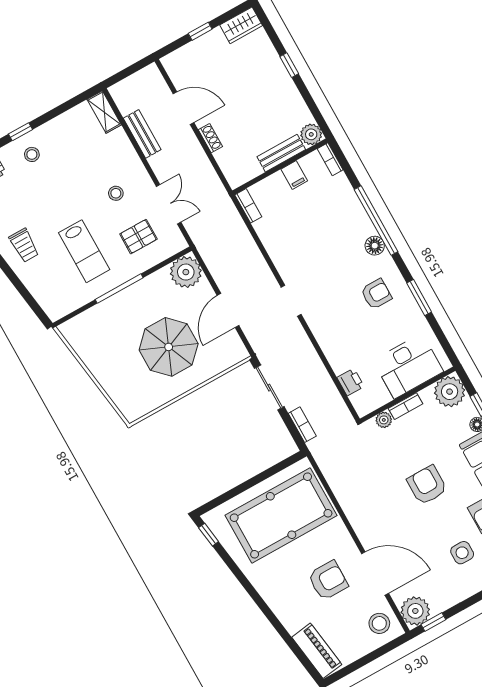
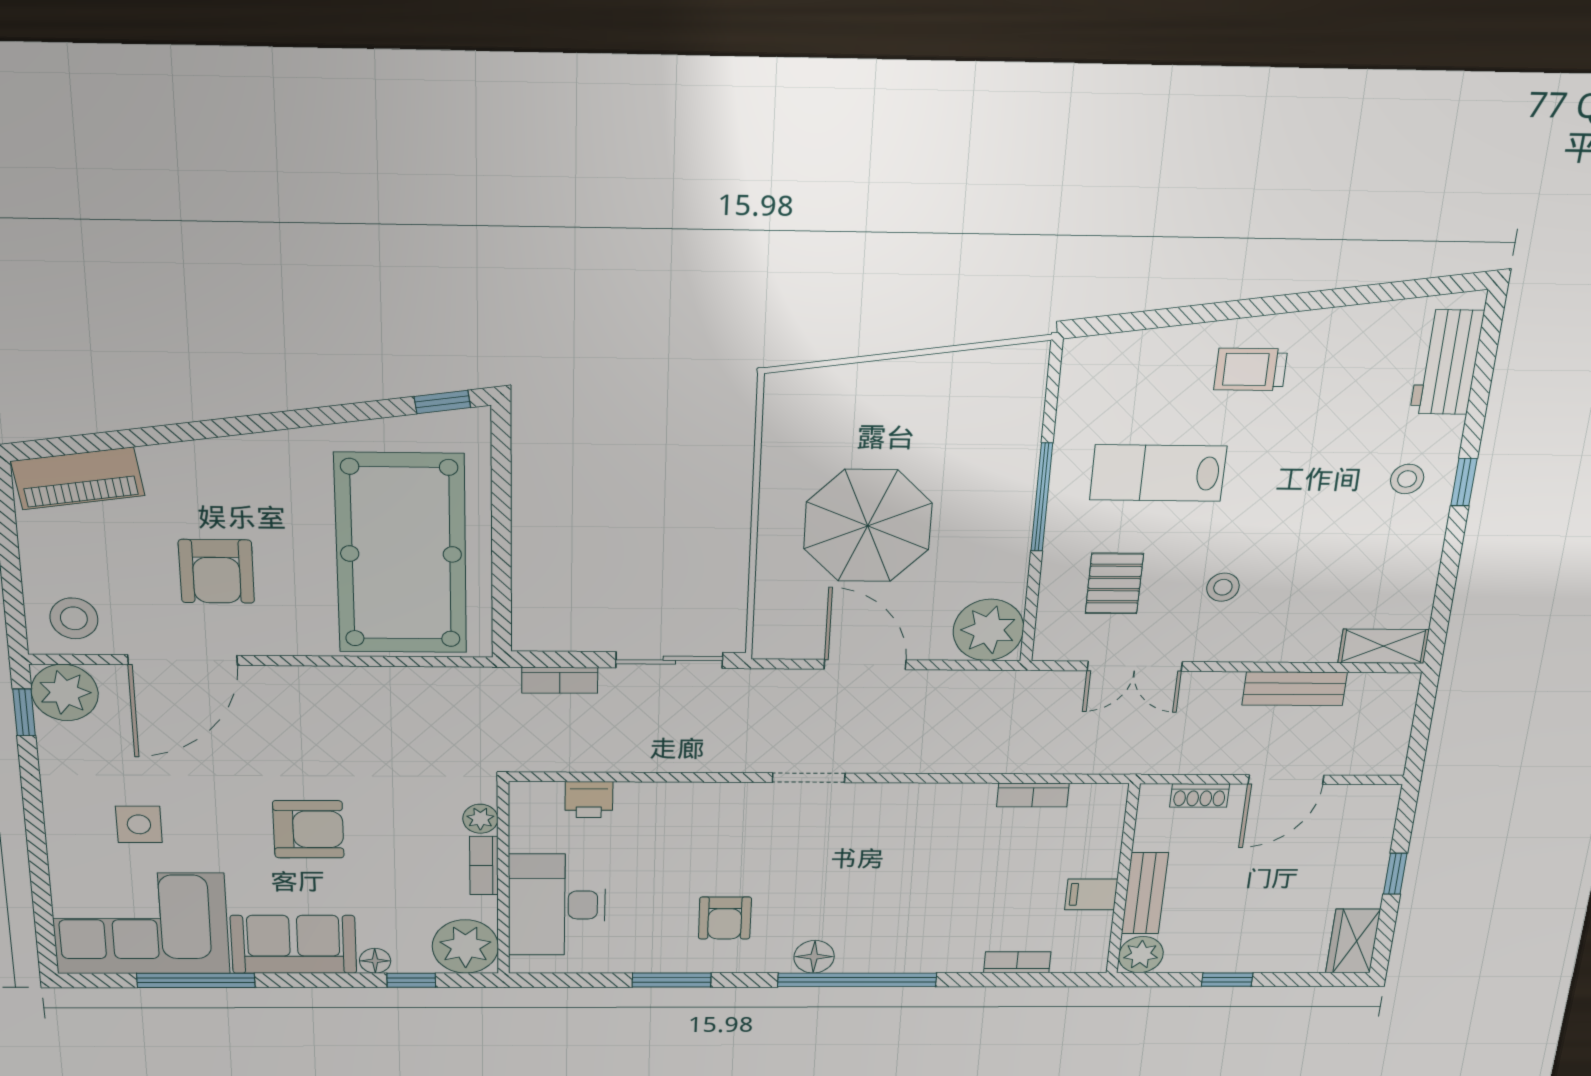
plant: (311, 134) -> (1141, 955), moved
bench: (281, 153) -> (1145, 893), moved
wall: (280, 167) -> (1123, 880), moved
filing cabinet: (294, 175) -> (1091, 894), moved

